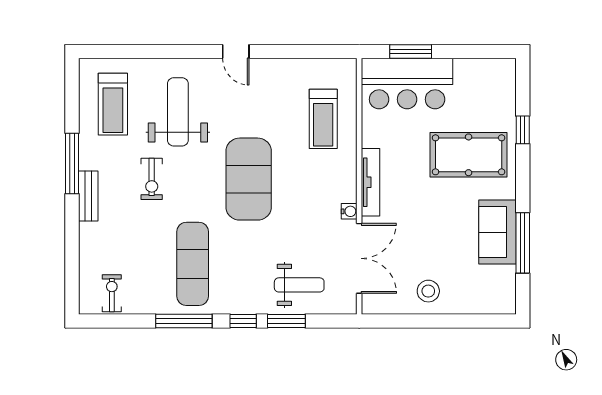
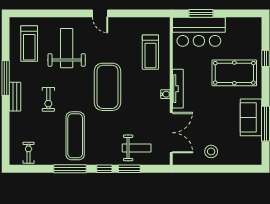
exercise bike: (152, 179) -> (48, 99), moved
water cooler: (349, 211) -> (165, 94), moved

